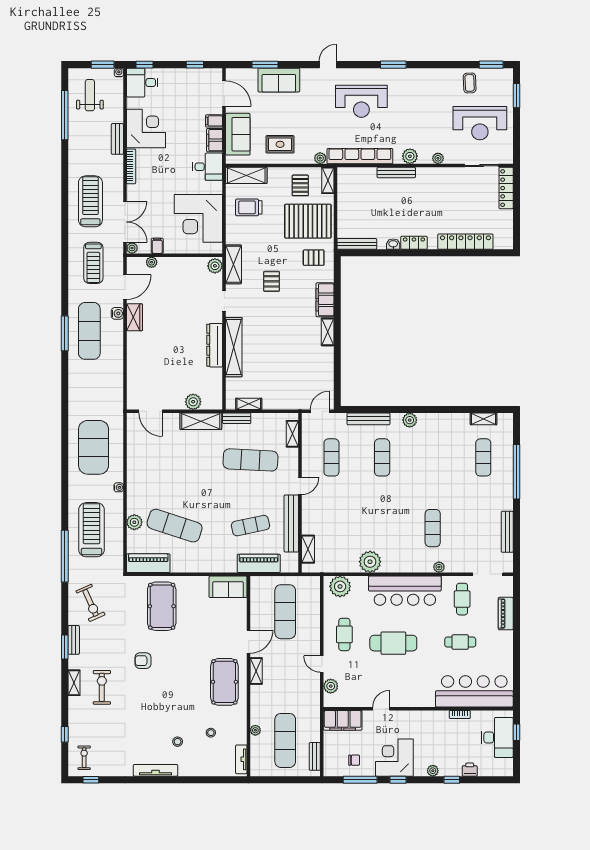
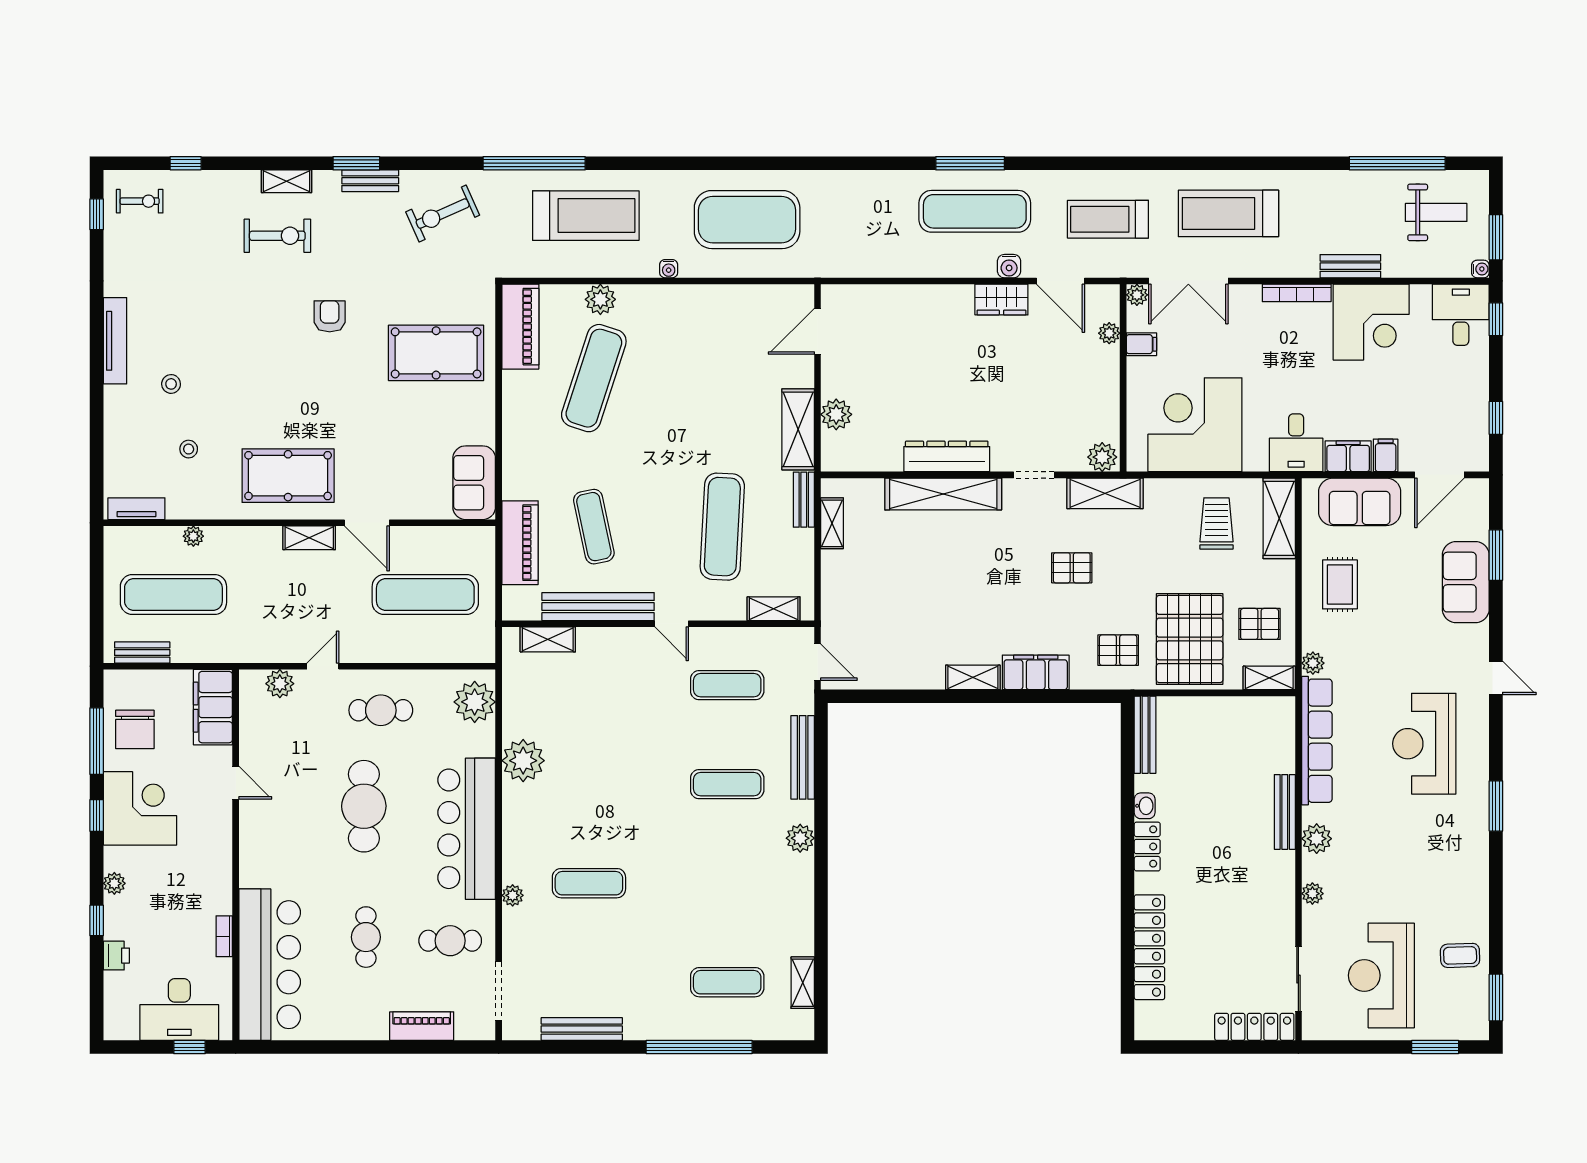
treadmill: (90, 201) -> (1228, 213), turned 180
pallet: (314, 258) -> (1118, 650), turned 90
chair: (354, 760) -> (135, 729), width x1.87, depth x1.87

